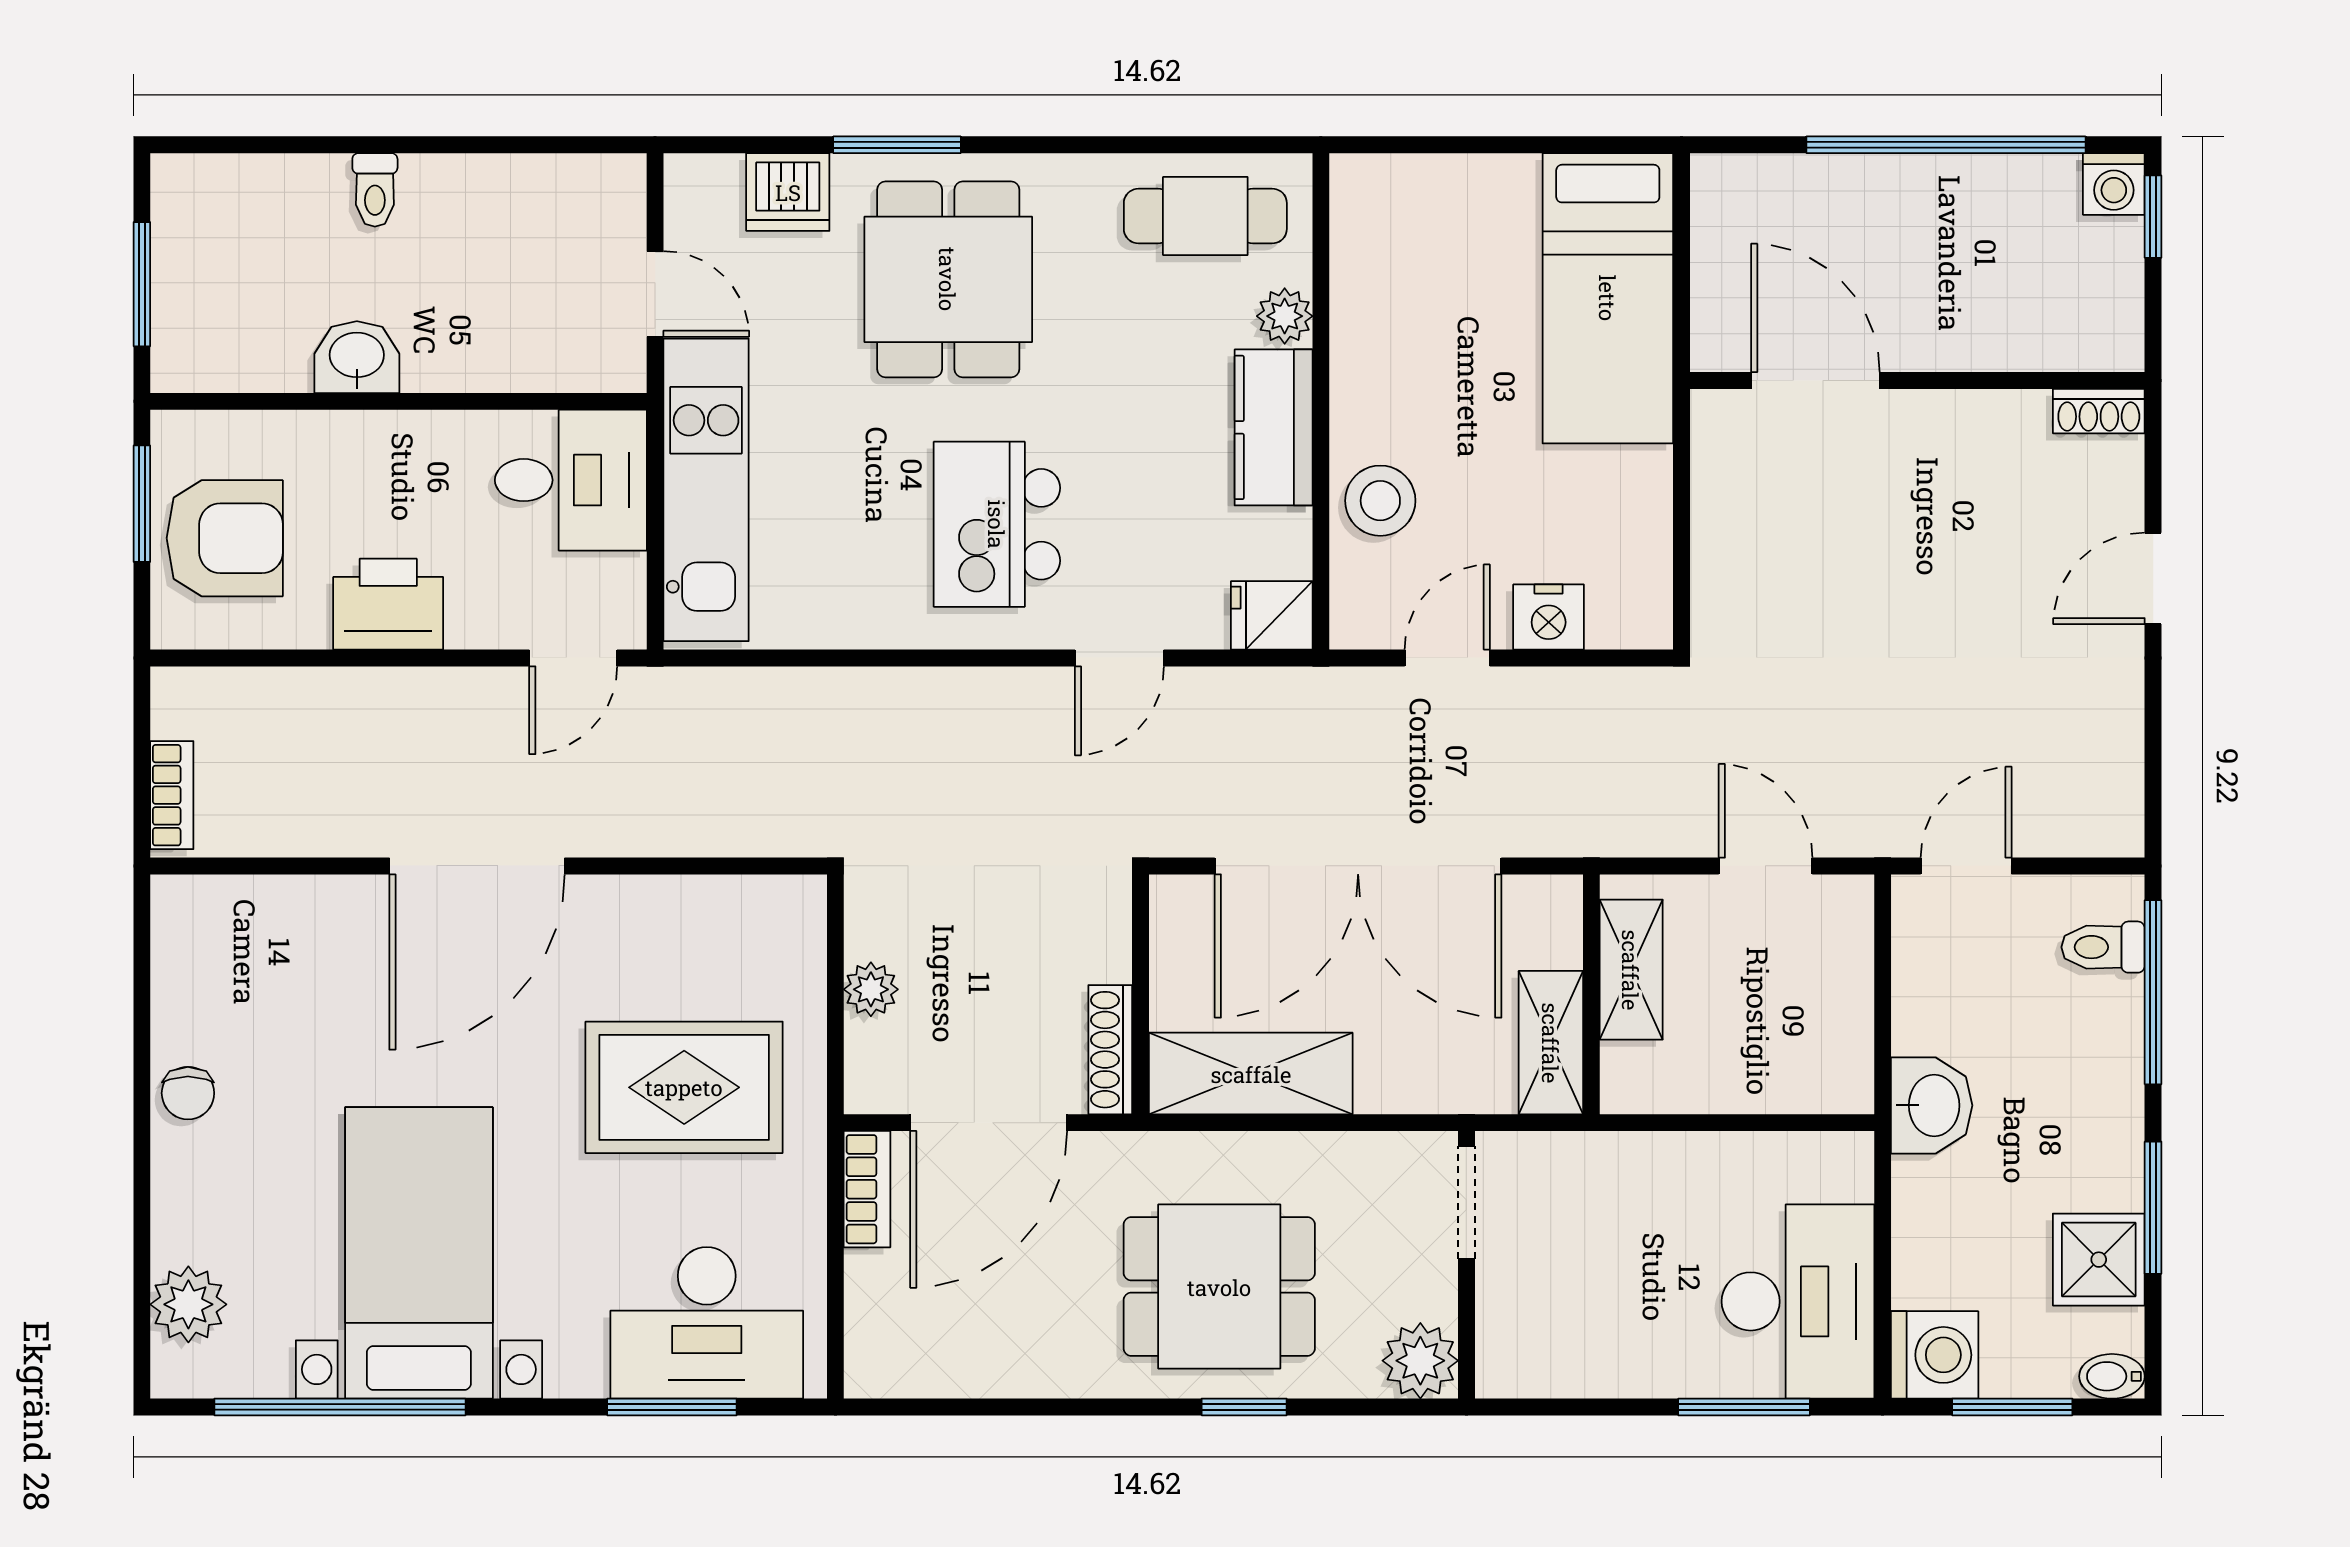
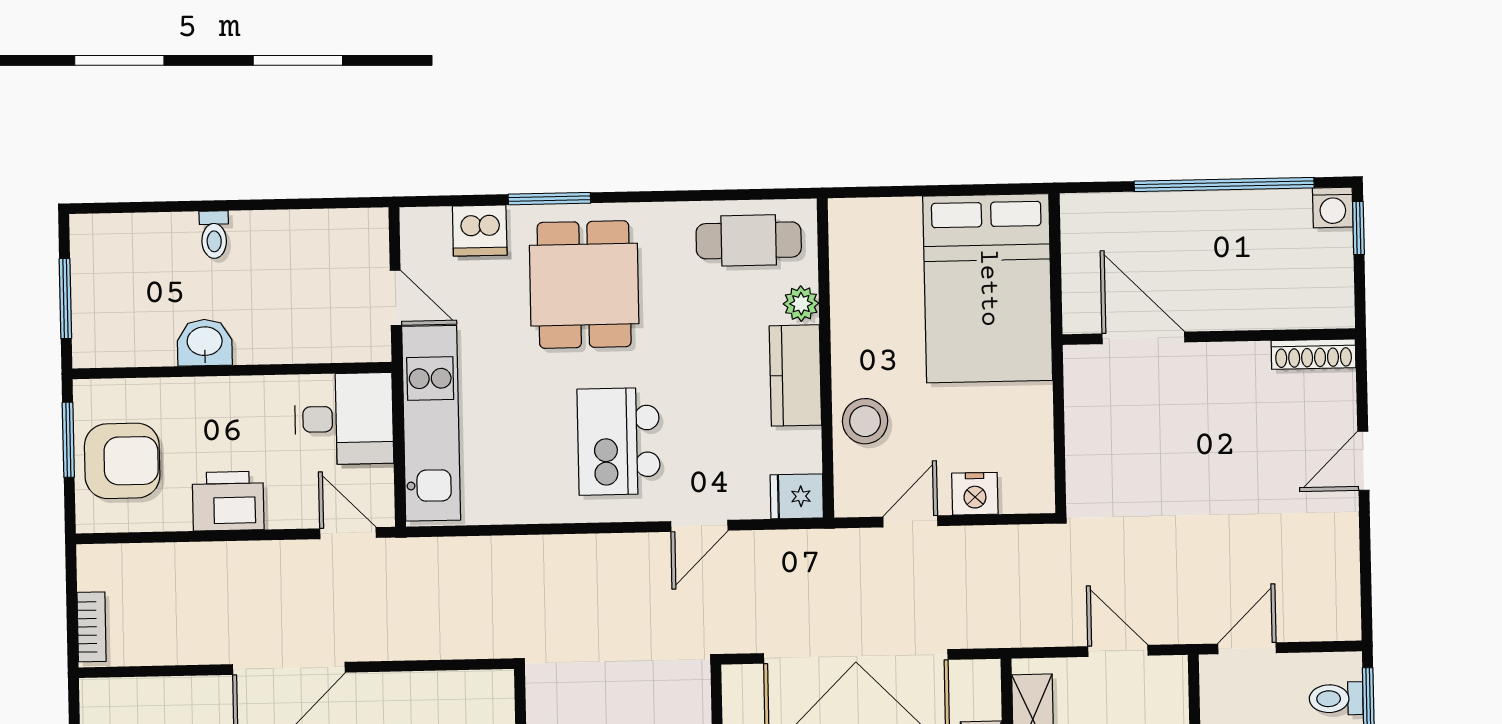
bed: (1608, 298) -> (988, 288), width x1.50
shoe rack: (2099, 411) -> (1313, 354), width x1.43
door: (573, 658) -> (348, 533), swing flipped

